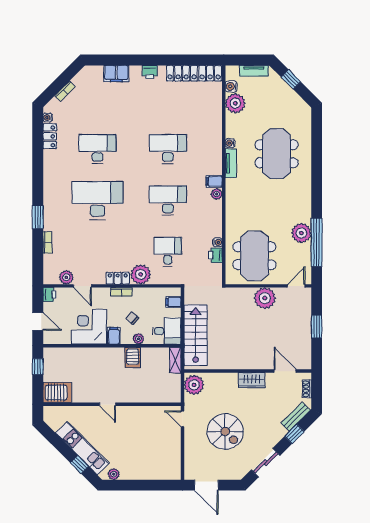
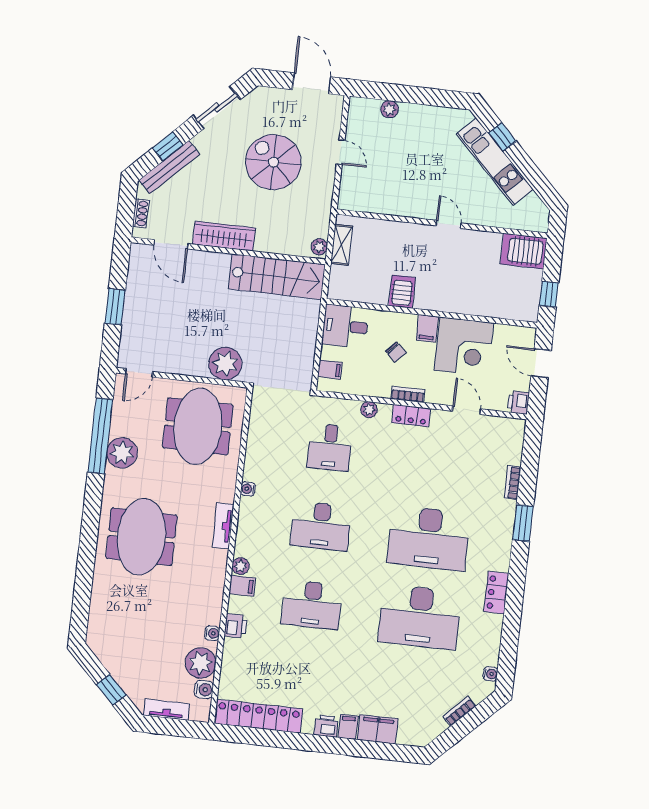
filing cabinet: (136, 73) -> (348, 727), added
locker: (50, 136) -> (496, 593), moved
water cooler: (230, 143) -> (212, 633), moved
desk: (97, 149) -> (420, 617), width x1.36, depth x1.30
meeting table: (277, 154) -> (141, 537), moved
tv unit: (231, 163) -> (223, 526), moved
filing cabinet: (214, 181) -> (242, 586), moved
plant: (217, 194) -> (241, 566), moved
water cooler: (218, 242) -> (248, 489), moved
printer: (215, 255) -> (236, 626), moved
plant: (141, 274) -> (369, 410), width x0.53, depth x0.53
plant: (66, 277) -> (490, 426), removed
plant: (265, 298) -> (225, 364), moved
stairs: (196, 335) -> (277, 277), moved, turned -90
plant: (138, 339) -> (390, 319), removed
shelving: (175, 360) -> (342, 245), moved
wardrobe: (252, 380) -> (224, 236), width x1.50
plant: (194, 385) -> (319, 247), width x0.53, depth x0.53
bench: (296, 417) -> (169, 167), width x1.36
door: (182, 419) -> (341, 152), moved
plant: (114, 474) -> (390, 109), moved

